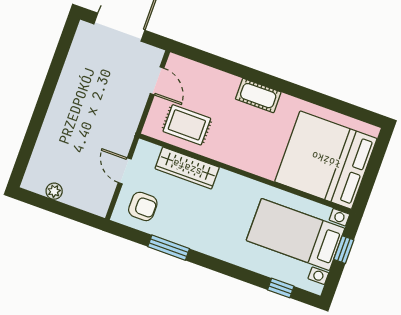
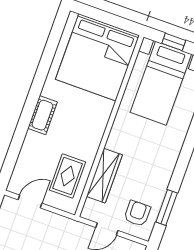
window: (169, 248) -> (167, 207), moved

